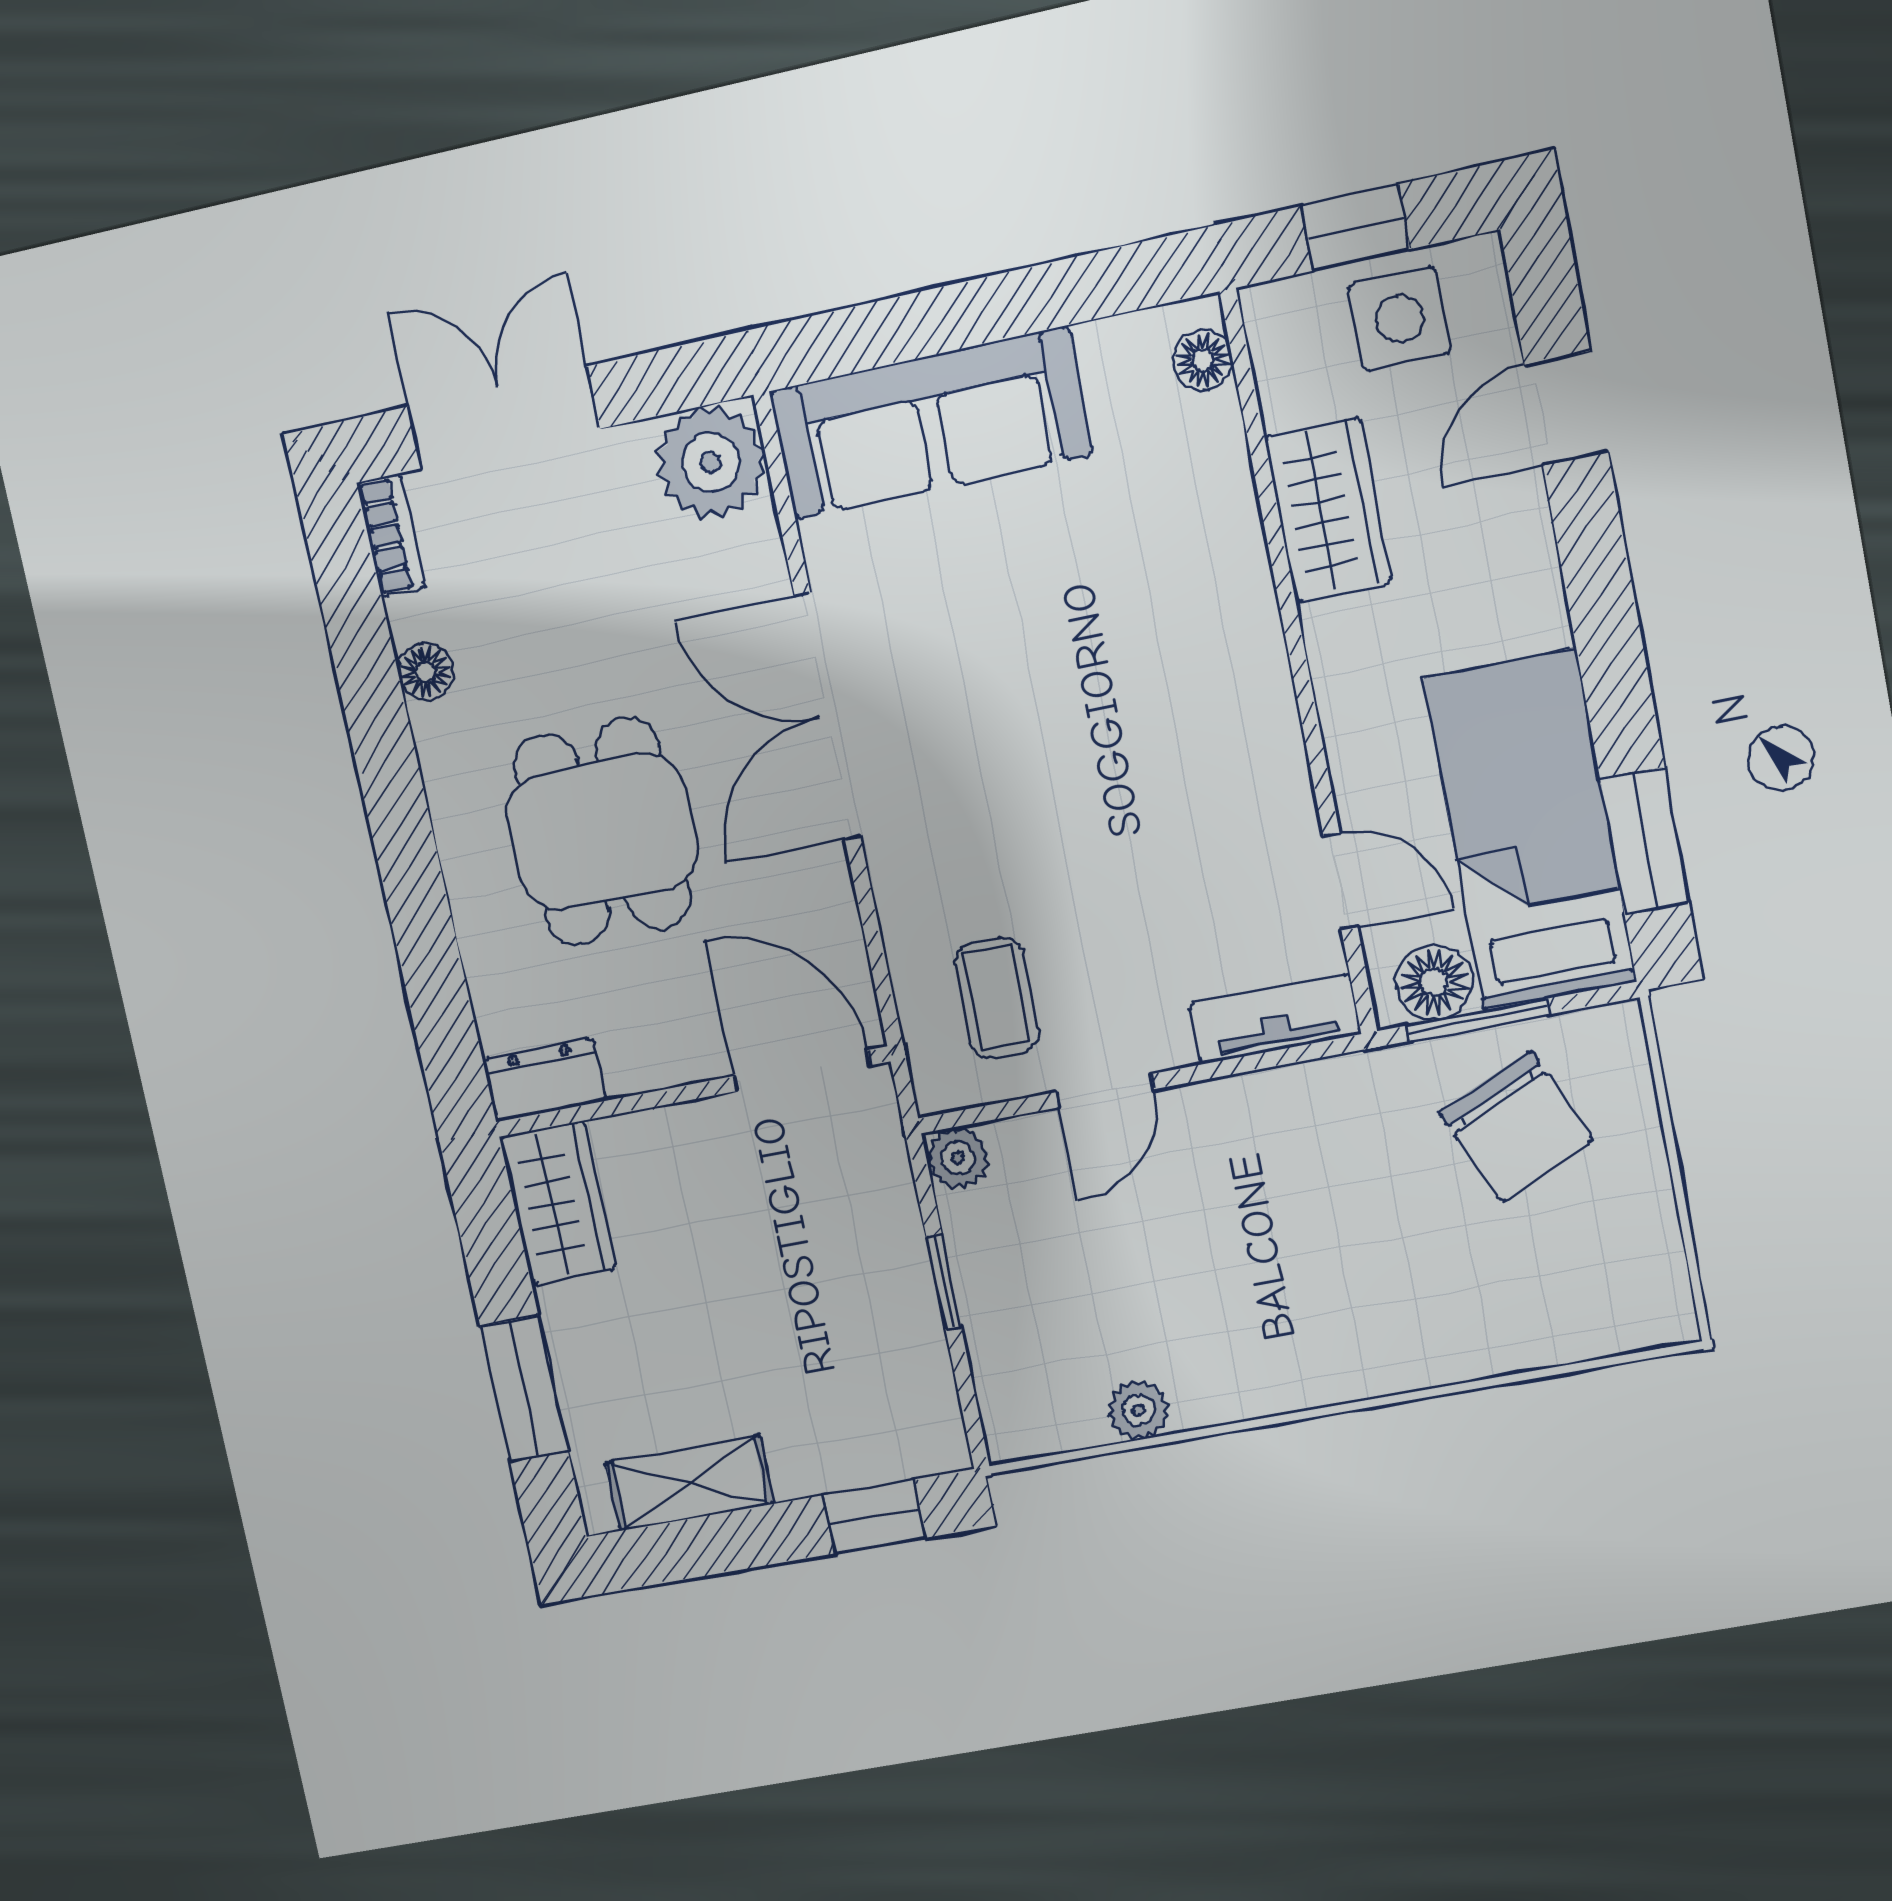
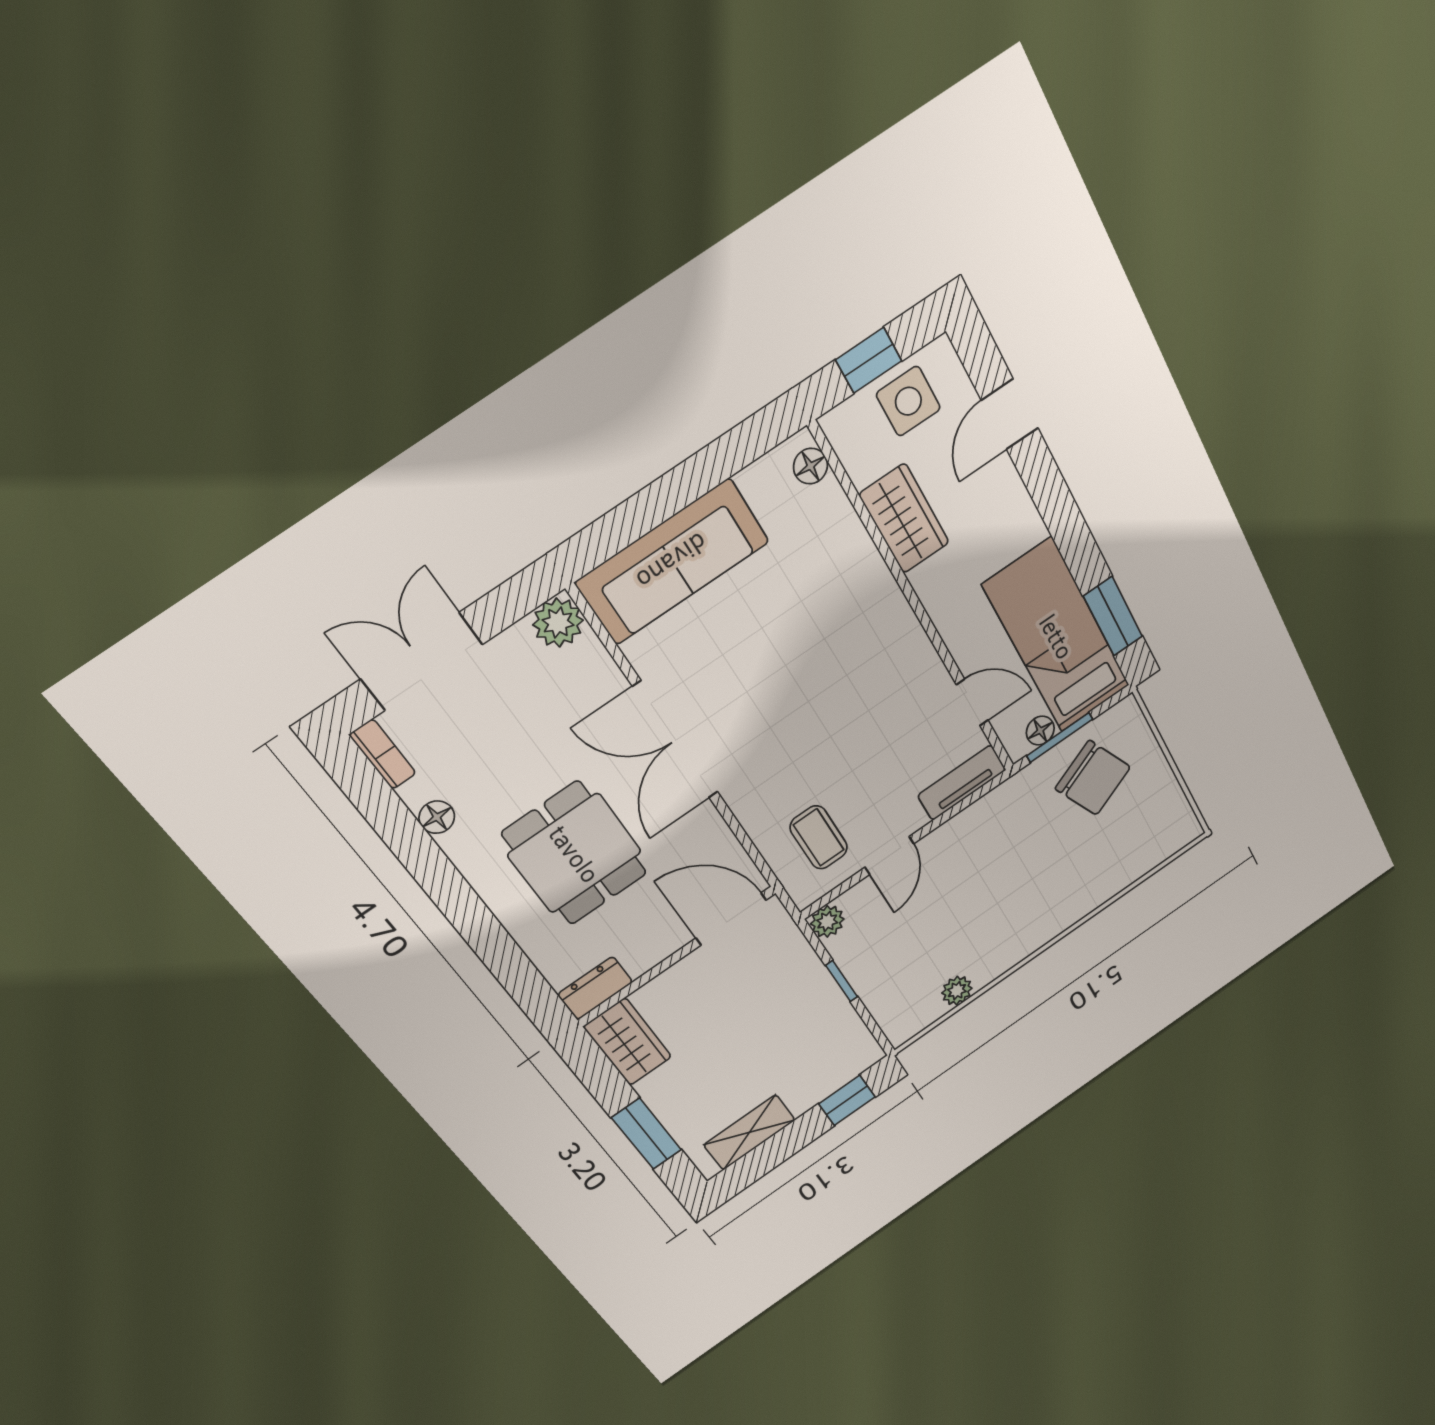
plant: (711, 462) -> (558, 623), width x0.73, depth x0.73
floor lamp: (1434, 982) -> (1040, 731), width x0.73, depth x0.73

